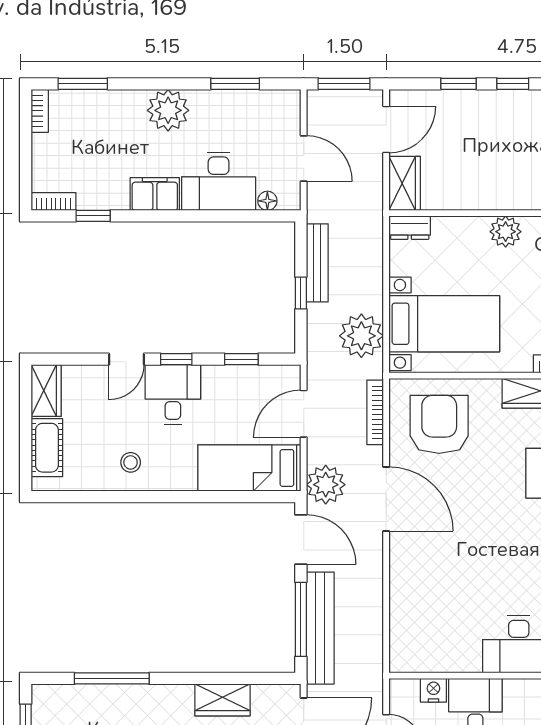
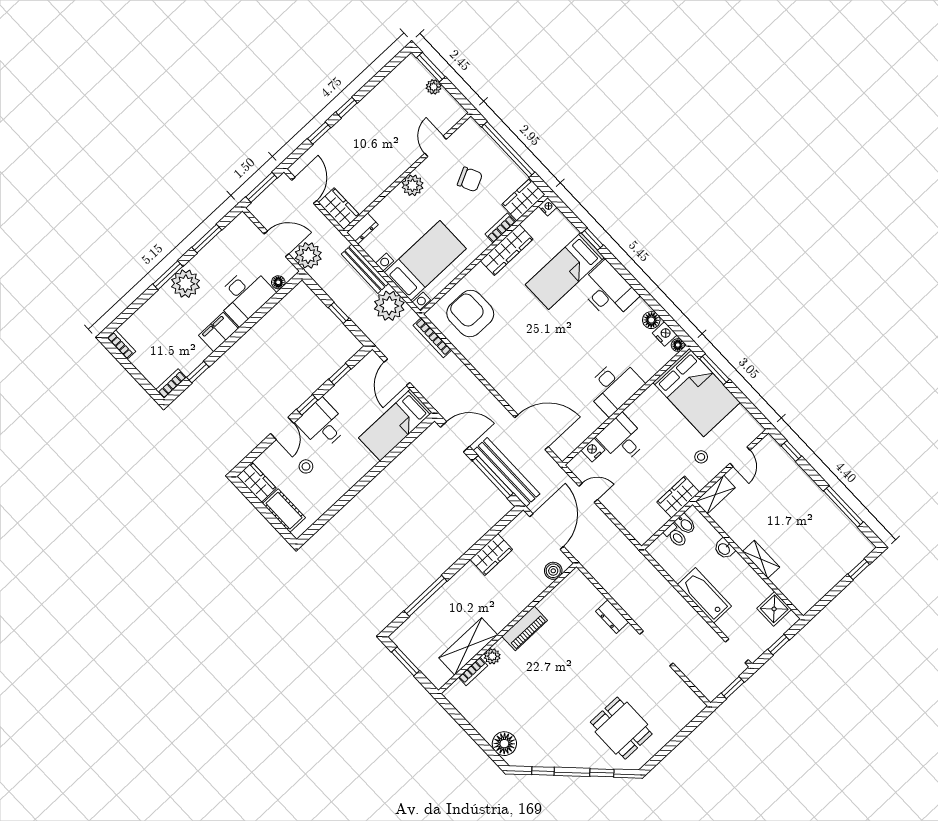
window: (83, 84) -> (168, 275), moved
bench: (317, 263) -> (365, 269), moved
stool: (131, 462) -> (306, 466), moved
plant: (326, 485) -> (308, 255), moved
door: (386, 499) -> (531, 432), moved

